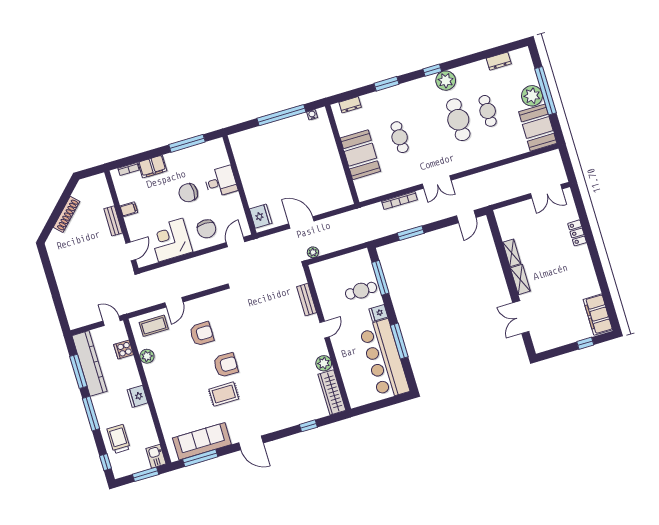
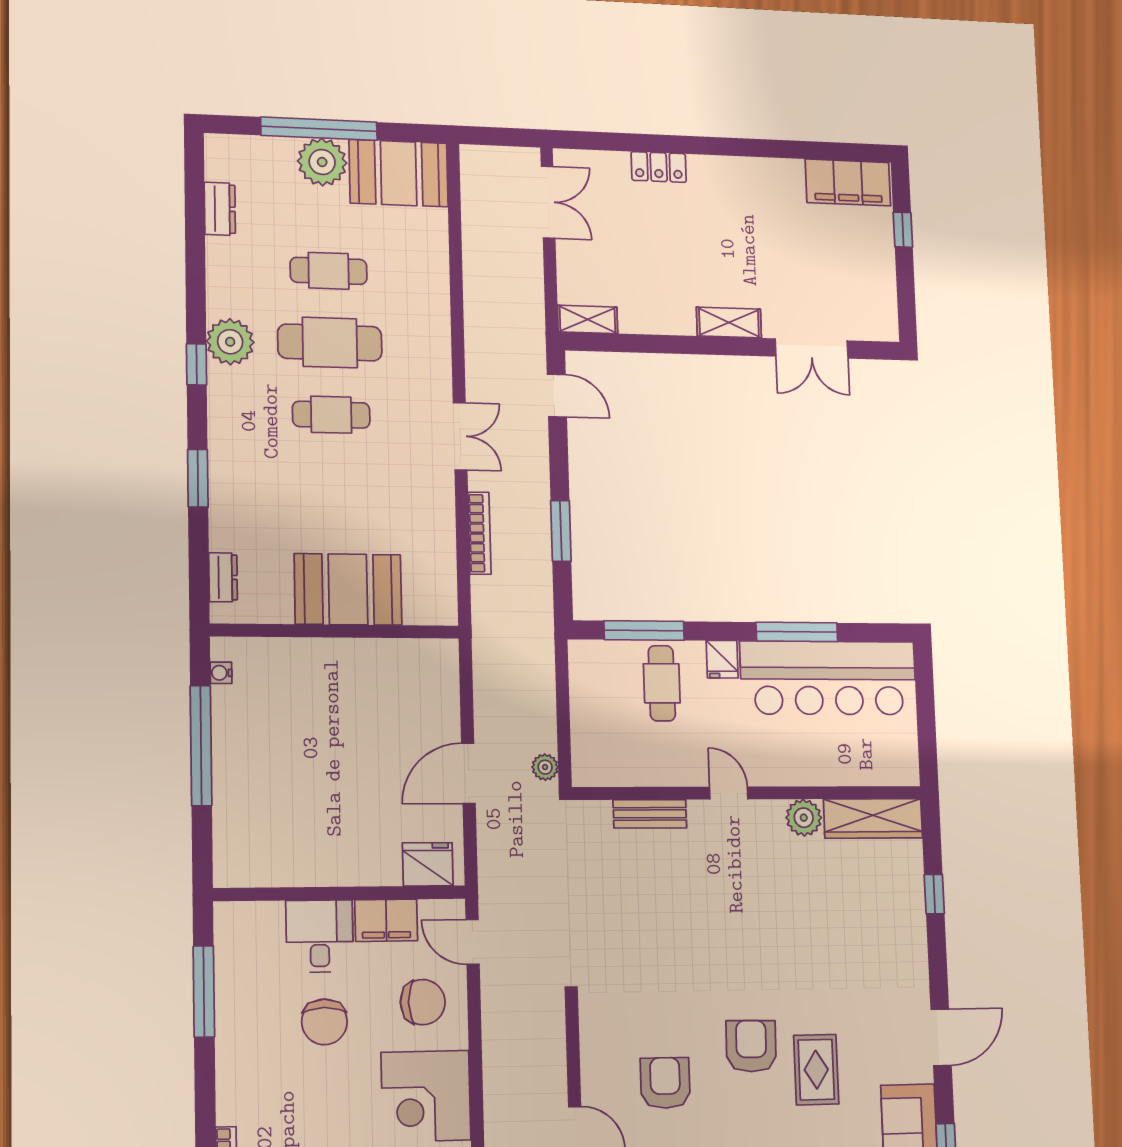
cafe table: (400, 137) -> (331, 415), moved
filing cabinet: (152, 167) -> (386, 920), moved, turned 90
shelving: (512, 253) -> (588, 319), moved

